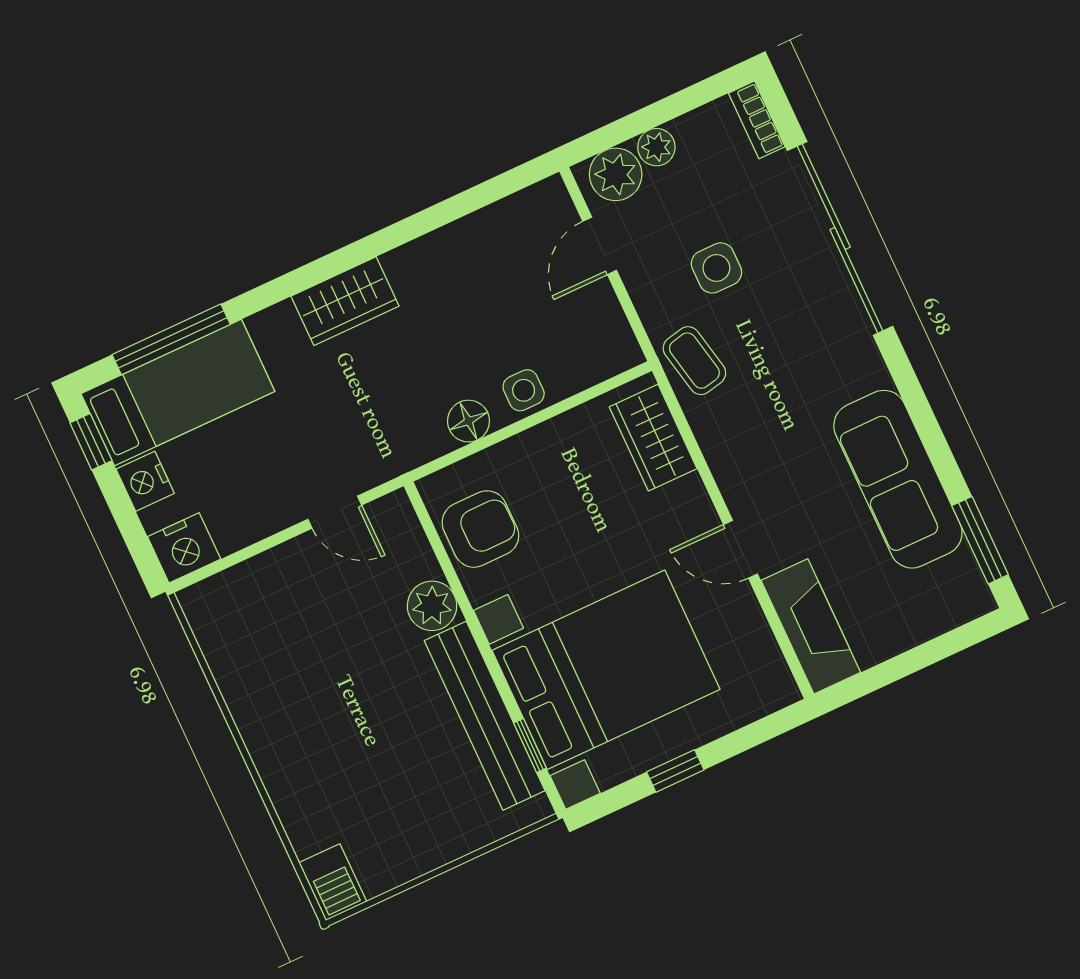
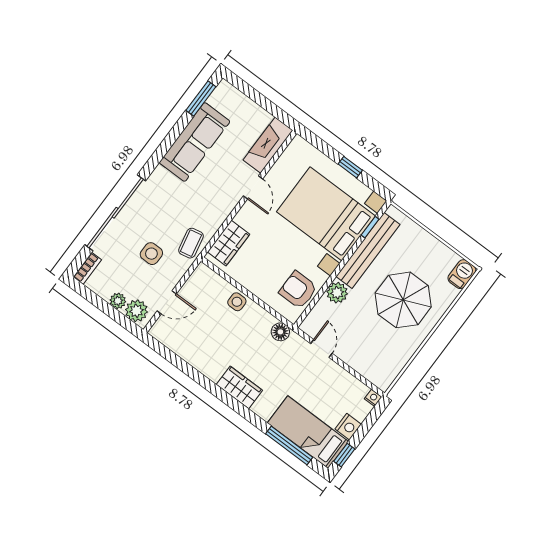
floor lamp: (469, 421) -> (280, 332), moved
nightstand: (184, 548) -> (373, 398), width x0.53, depth x0.56
parasol: (344, 733) -> (403, 300), added

